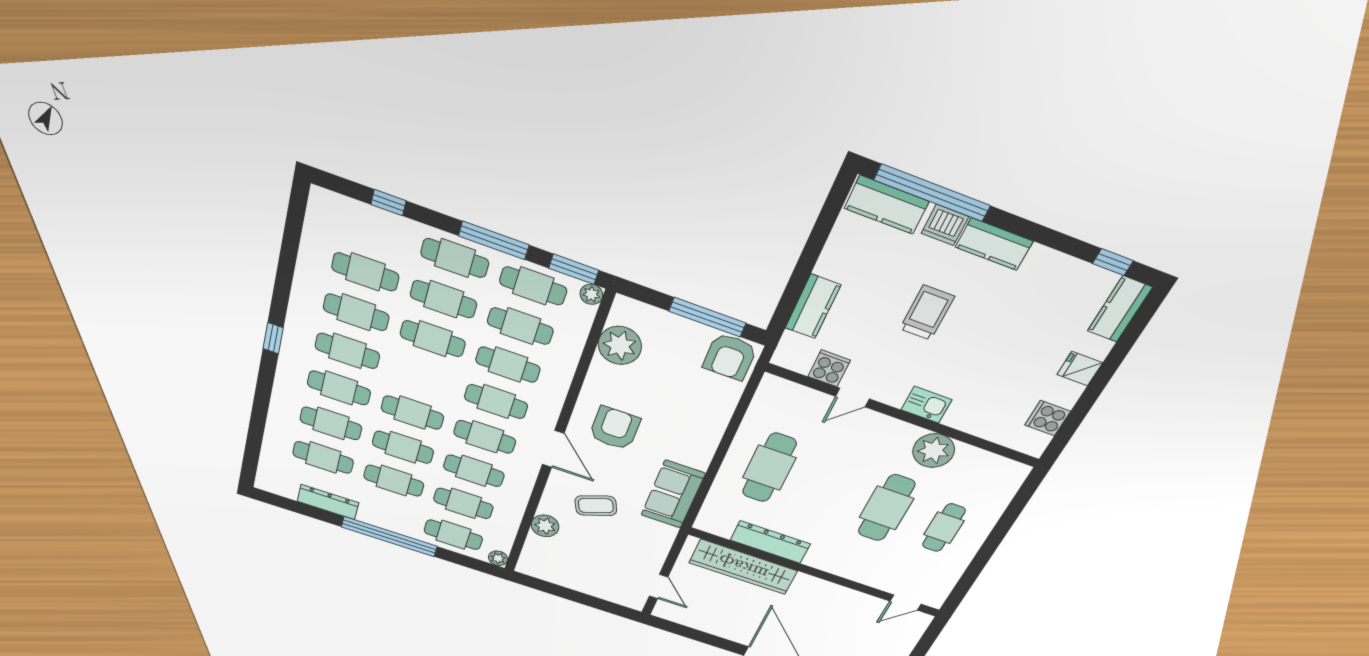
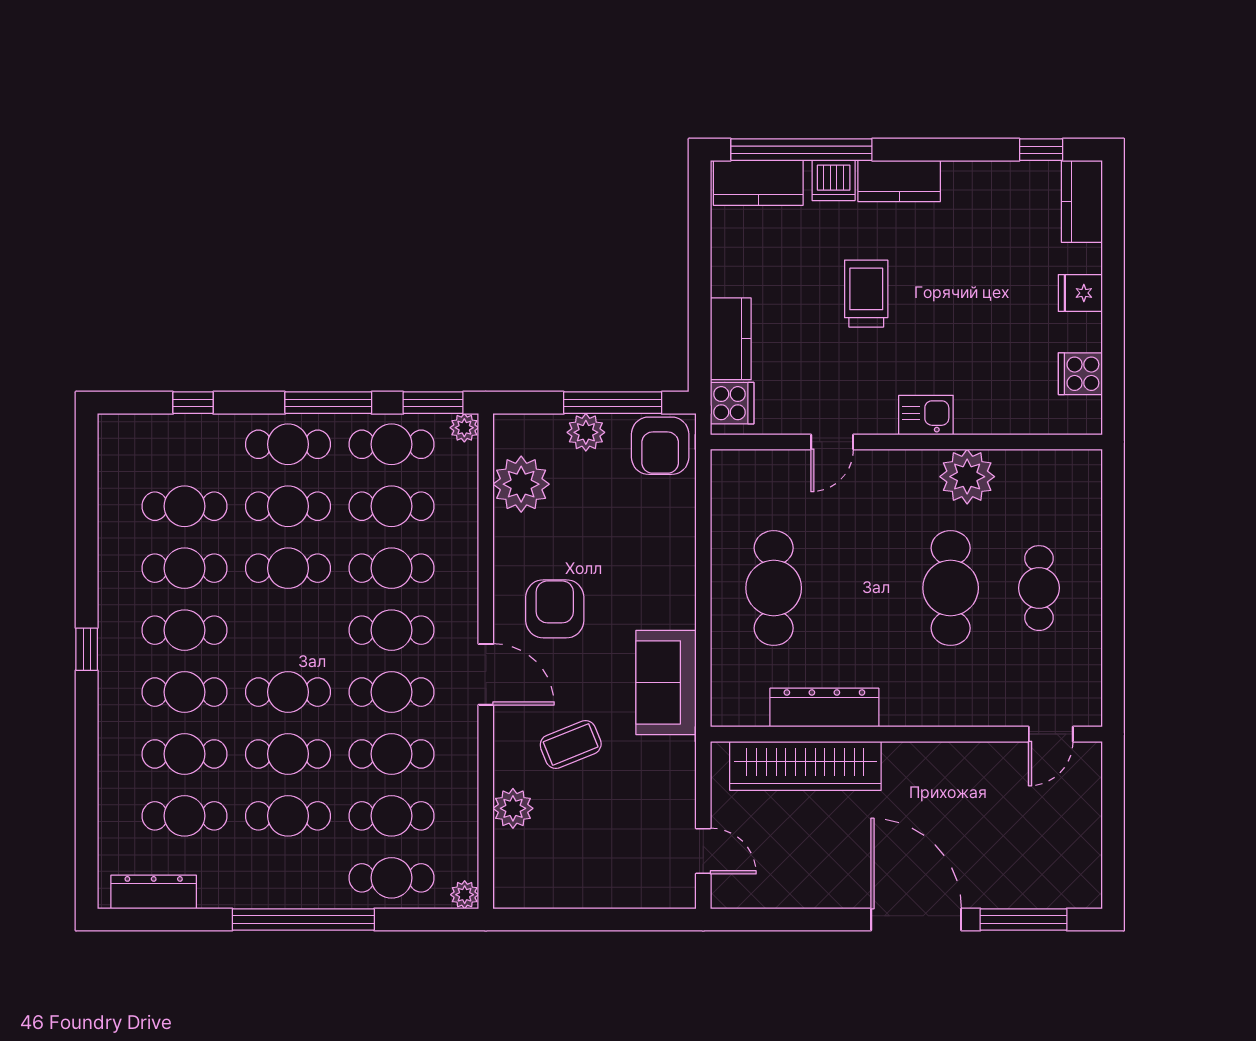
plant: (680, 329) -> (586, 432), added
cooker: (829, 368) -> (732, 403), moved, turned 90
dresser: (328, 502) -> (154, 892), moved

